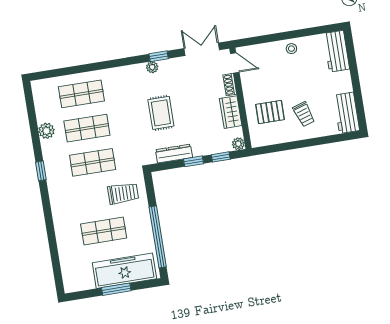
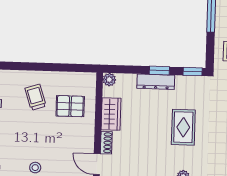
dresser: (174, 154) -> (156, 82), moved
window: (221, 157) -> (193, 72), moved

